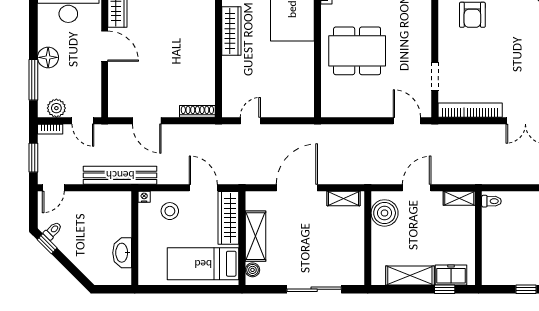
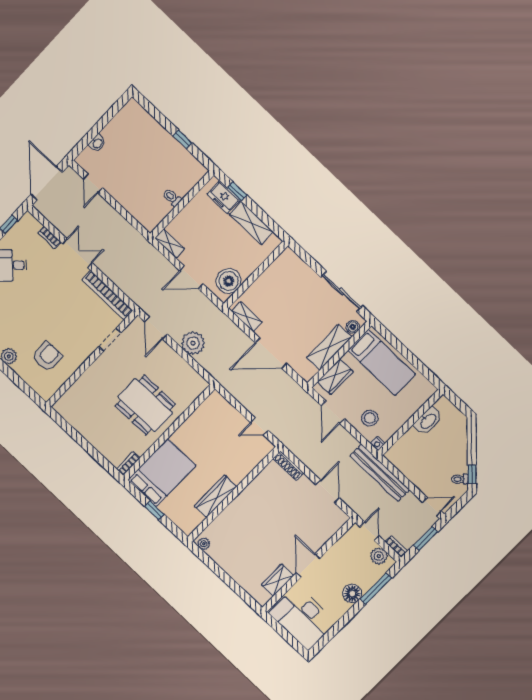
plant: (366, 137) -> (193, 343), added
toilet: (491, 201) -> (172, 198), moved
wardrobe: (228, 218) -> (335, 377), width x0.67
sliding door: (314, 289) -> (342, 291), moved

